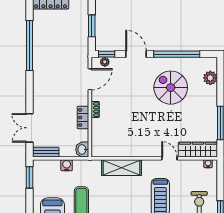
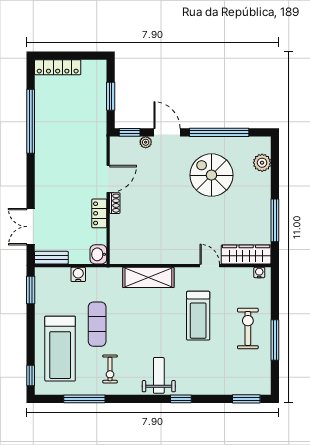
plant: (105, 62) -> (146, 142), moved
door: (90, 79) -> (108, 179), moved

